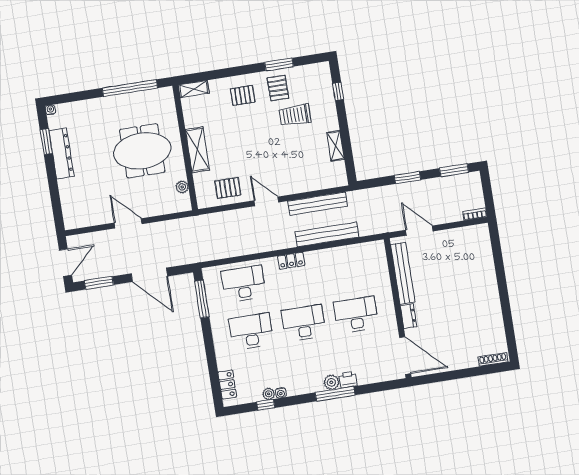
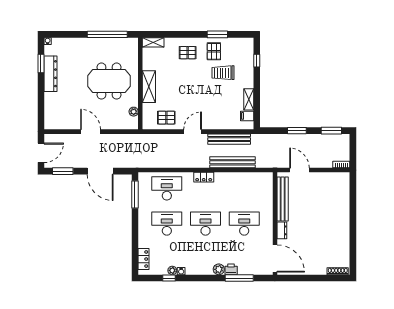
filing cabinet: (337, 168) -> (247, 116), added
door: (266, 201) -> (193, 132), hinge flipped
window: (335, 394) -> (239, 278), moved

